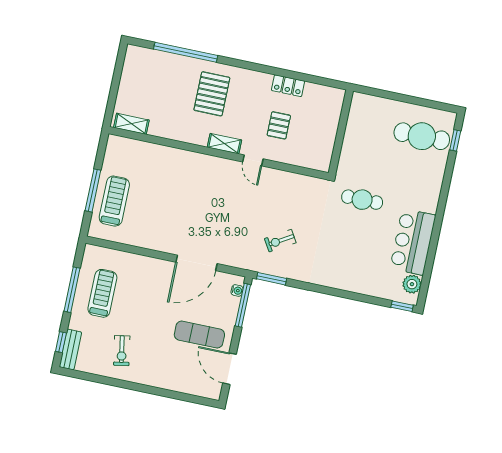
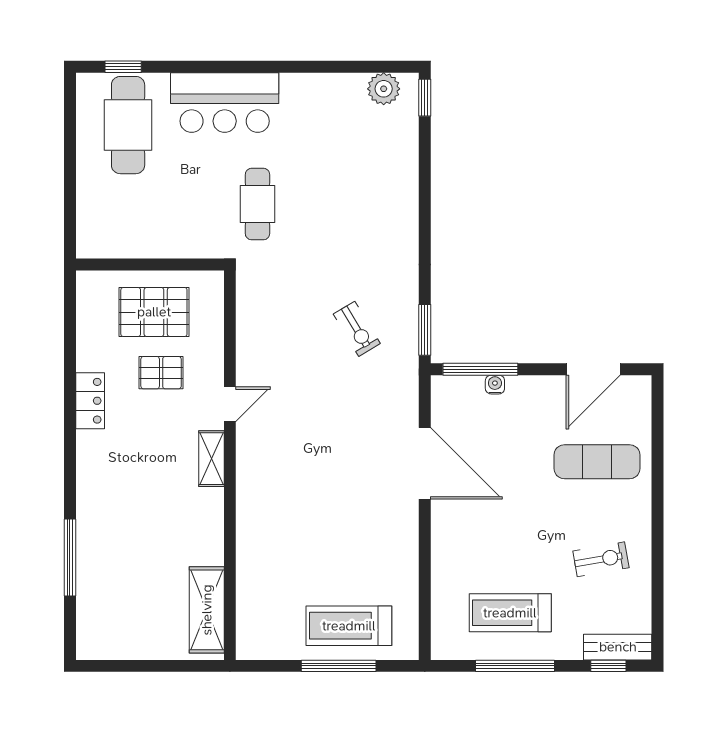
window: (186, 52) -> (70, 558), width x0.68
locker: (288, 86) -> (90, 401), moved
pallet: (212, 94) -> (154, 312), moved
shelving: (131, 124) -> (207, 610), width x1.50, depth x1.33
bar counter: (413, 242) -> (225, 103), moved
water cooler: (237, 290) -> (495, 385), moved
exercise mat: (199, 335) -> (597, 462), moved, turned 90

